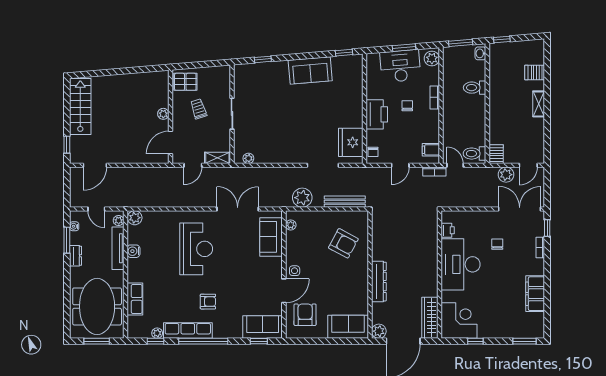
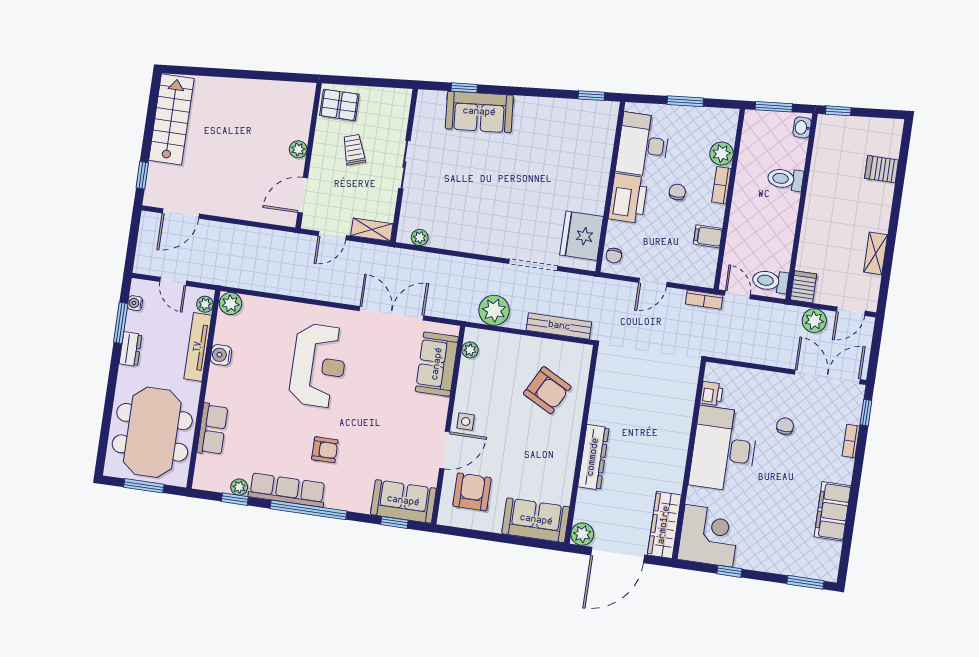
plant: (432, 59) -> (722, 153), moved
desk: (400, 66) -> (643, 145), moved, turned -85
sofa: (310, 70) -> (479, 112), moved
shelving: (539, 104) -> (876, 253), moved
filing cabinet: (431, 150) -> (708, 236), moved

